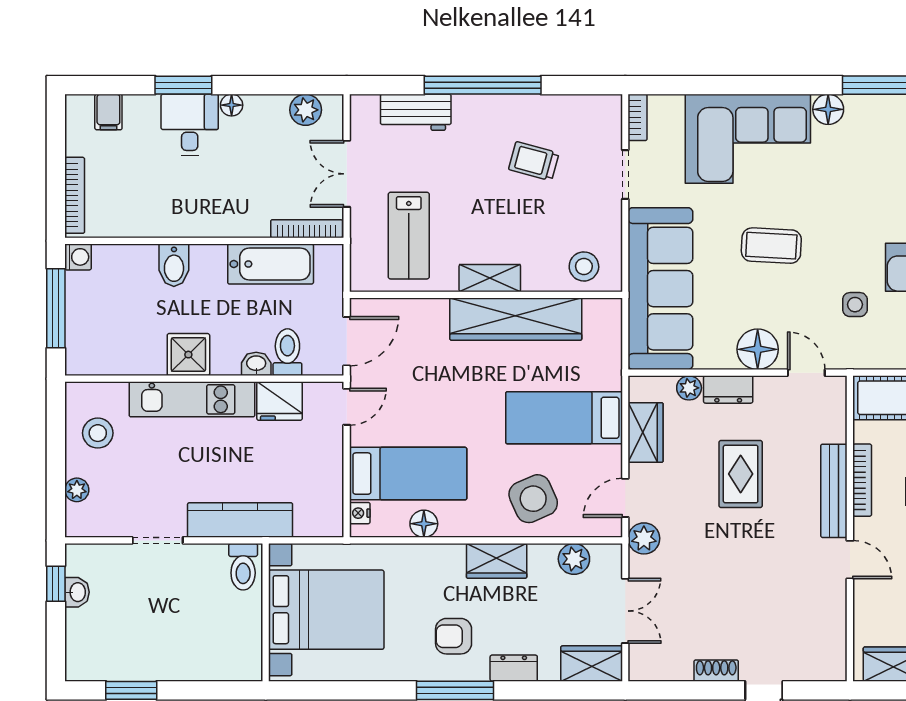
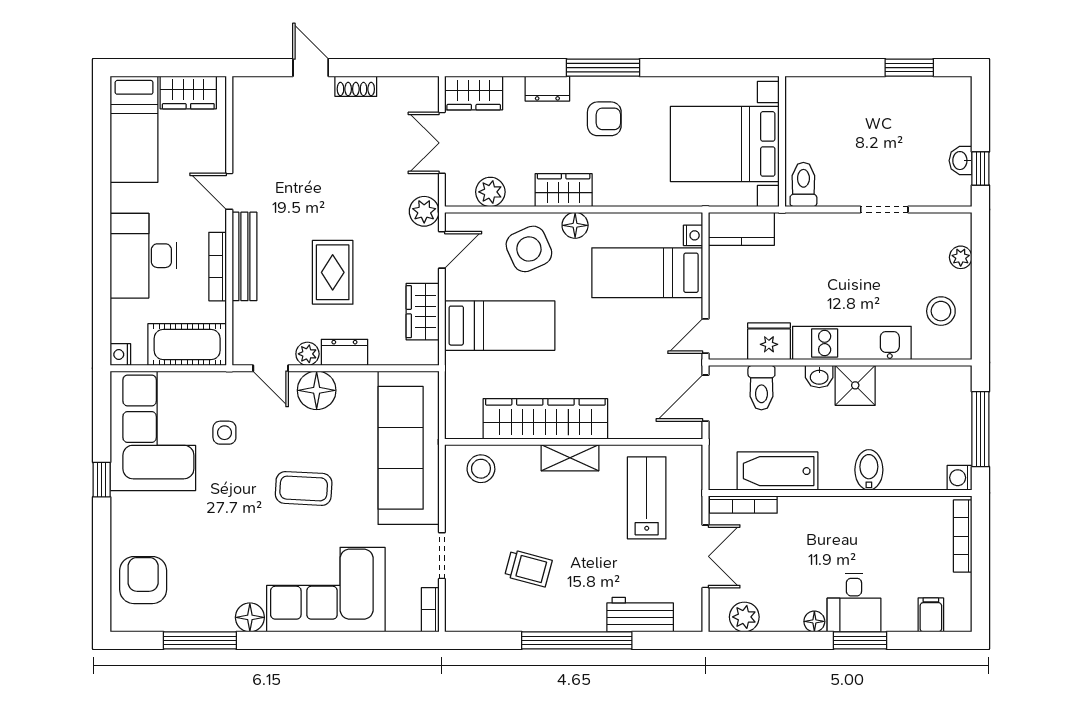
washbasin: (256, 364) -> (819, 377), moved
plant: (689, 388) -> (307, 354), moved
kitchen counter: (240, 520) -> (741, 229), moved, width x0.67
floor lamp: (424, 524) -> (575, 225), moved

